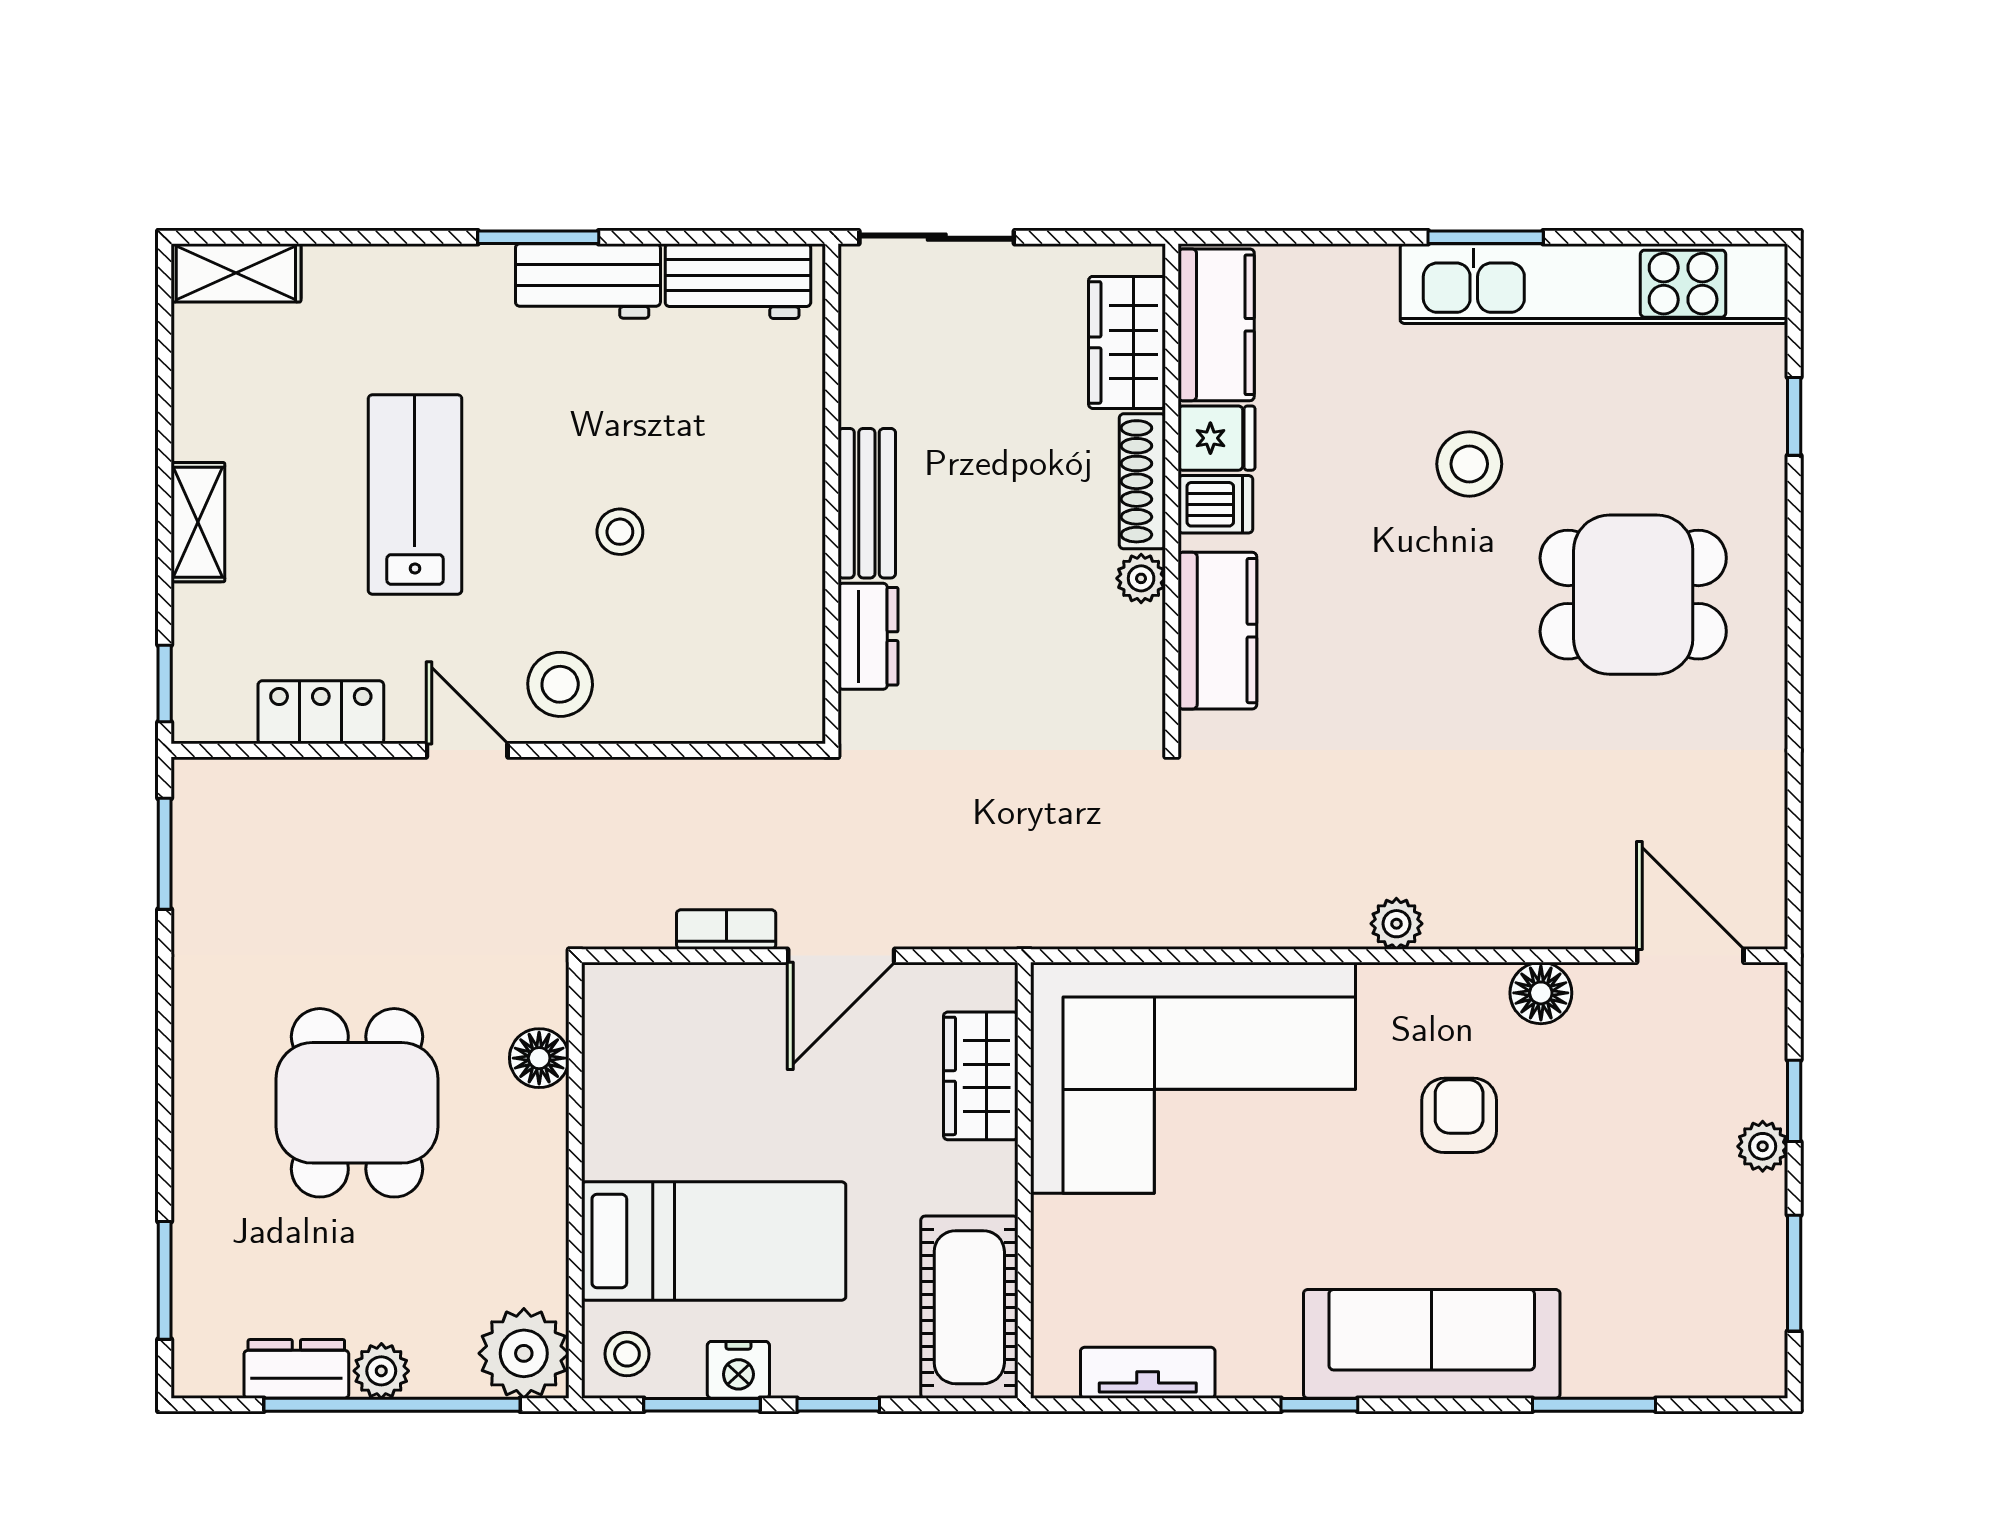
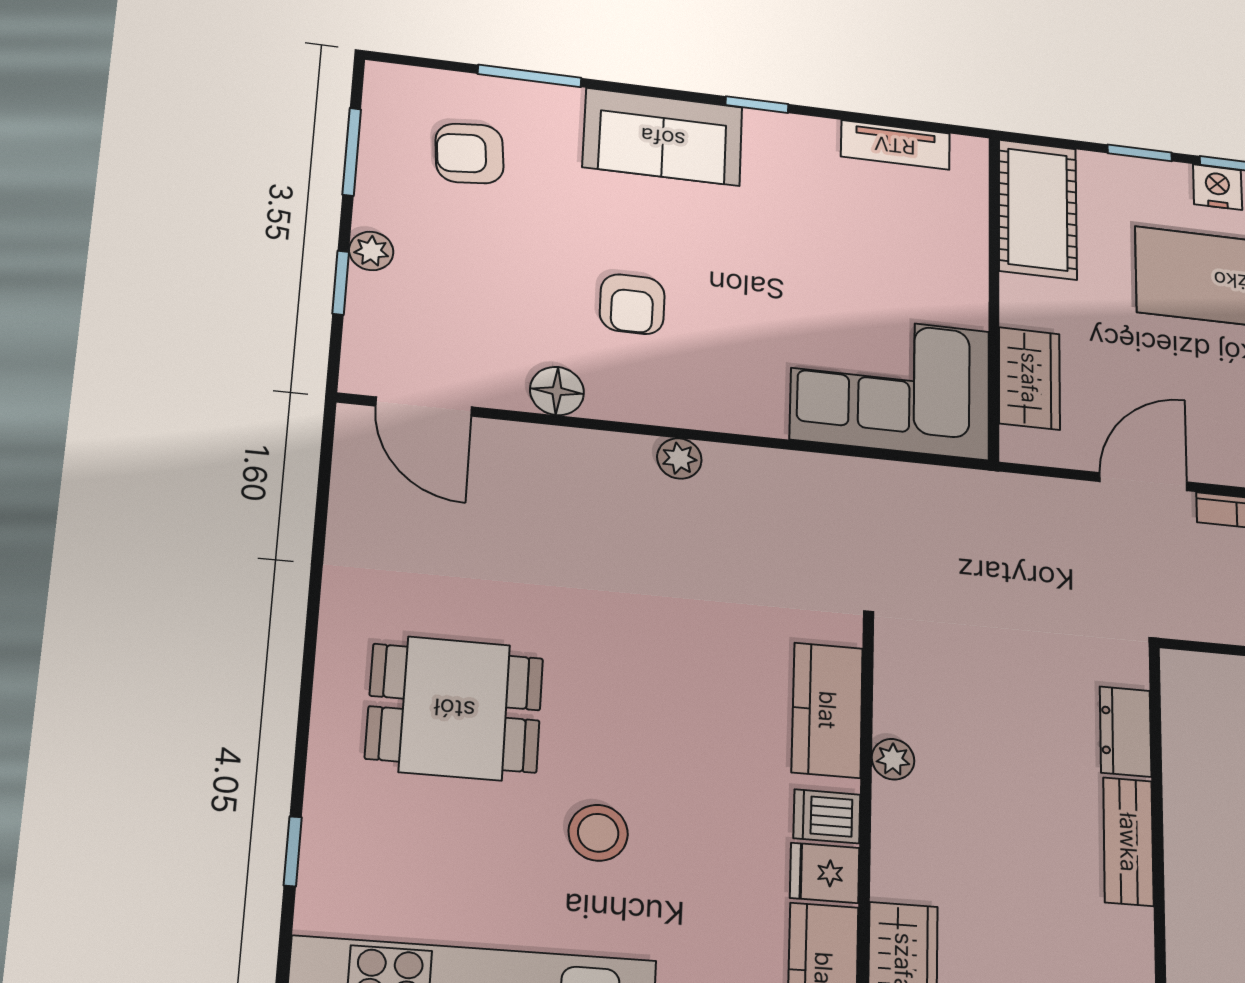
shoe rack: (1142, 481) -> (891, 841), removed
corner sofa: (1193, 1078) -> (890, 385), width x0.73, depth x0.74
armchair: (1659, 1290) -> (469, 153), added
sofa: (1432, 1344) -> (663, 137), width x0.73

